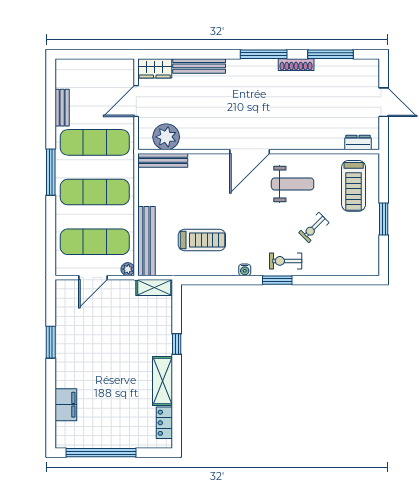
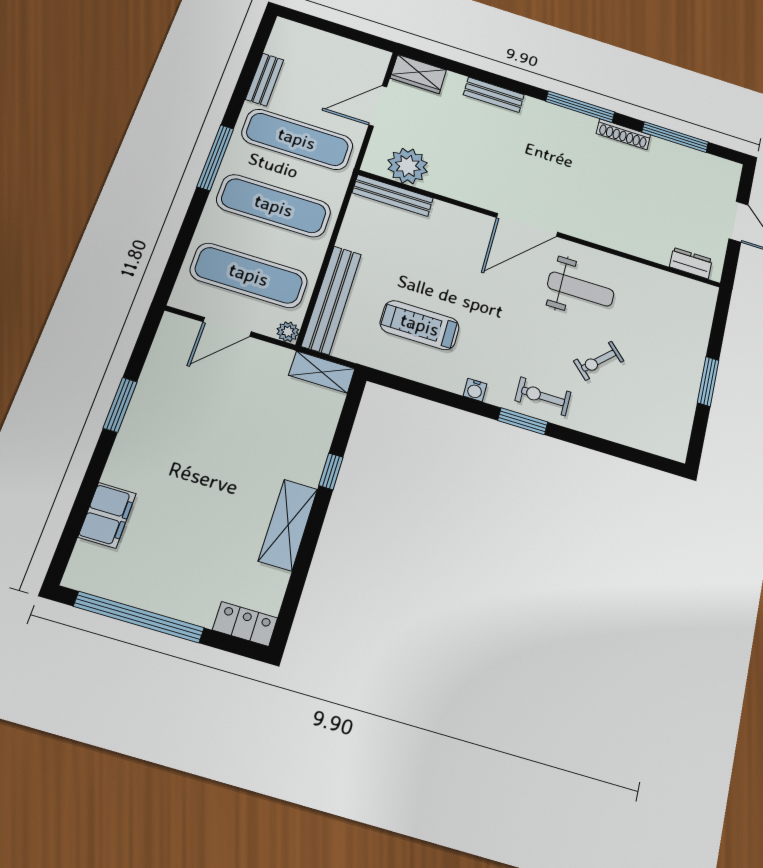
bench: (199, 66) -> (494, 95), width x0.73
treadmill: (354, 186) -> (672, 320), removed
treadmill: (202, 240) -> (420, 325), turned 180
locker: (164, 423) -> (245, 624), moved, turned 90

